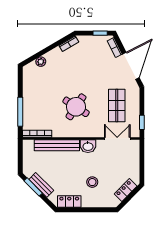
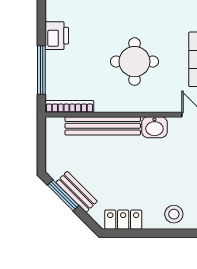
printer: (29, 91) -> (57, 36), added
round table: (76, 107) -> (134, 62), turned -33
stool: (92, 182) -> (174, 214), moved

